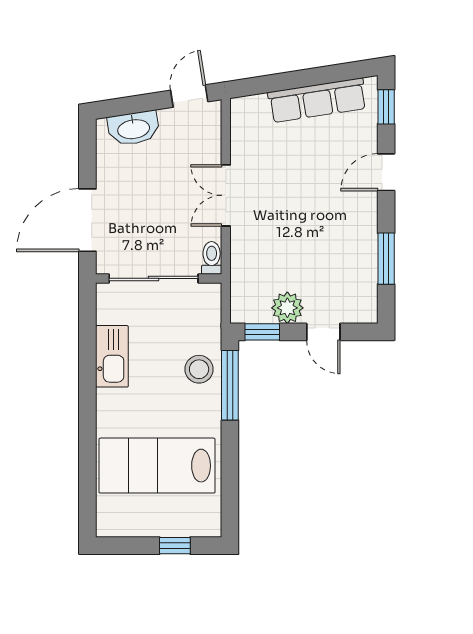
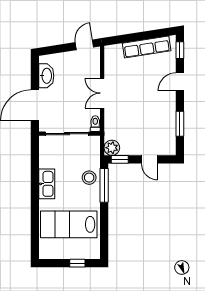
washbasin: (133, 128) -> (46, 76), moved, turned -81
plant: (287, 308) -> (112, 148), moved
kitchen sink: (112, 356) -> (47, 184), moved

